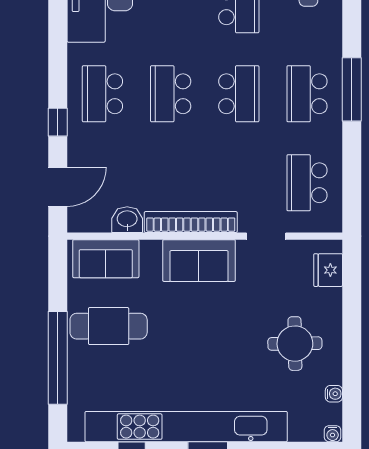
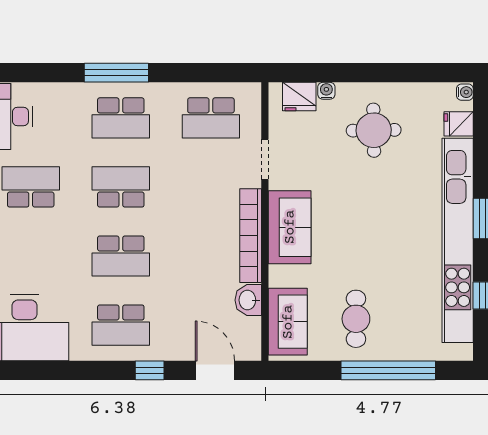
cafe table: (109, 326) -> (356, 319), width x0.73, depth x0.74
water cooler: (334, 394) -> (326, 91), moved
fridge: (301, 427) -> (459, 124), added

